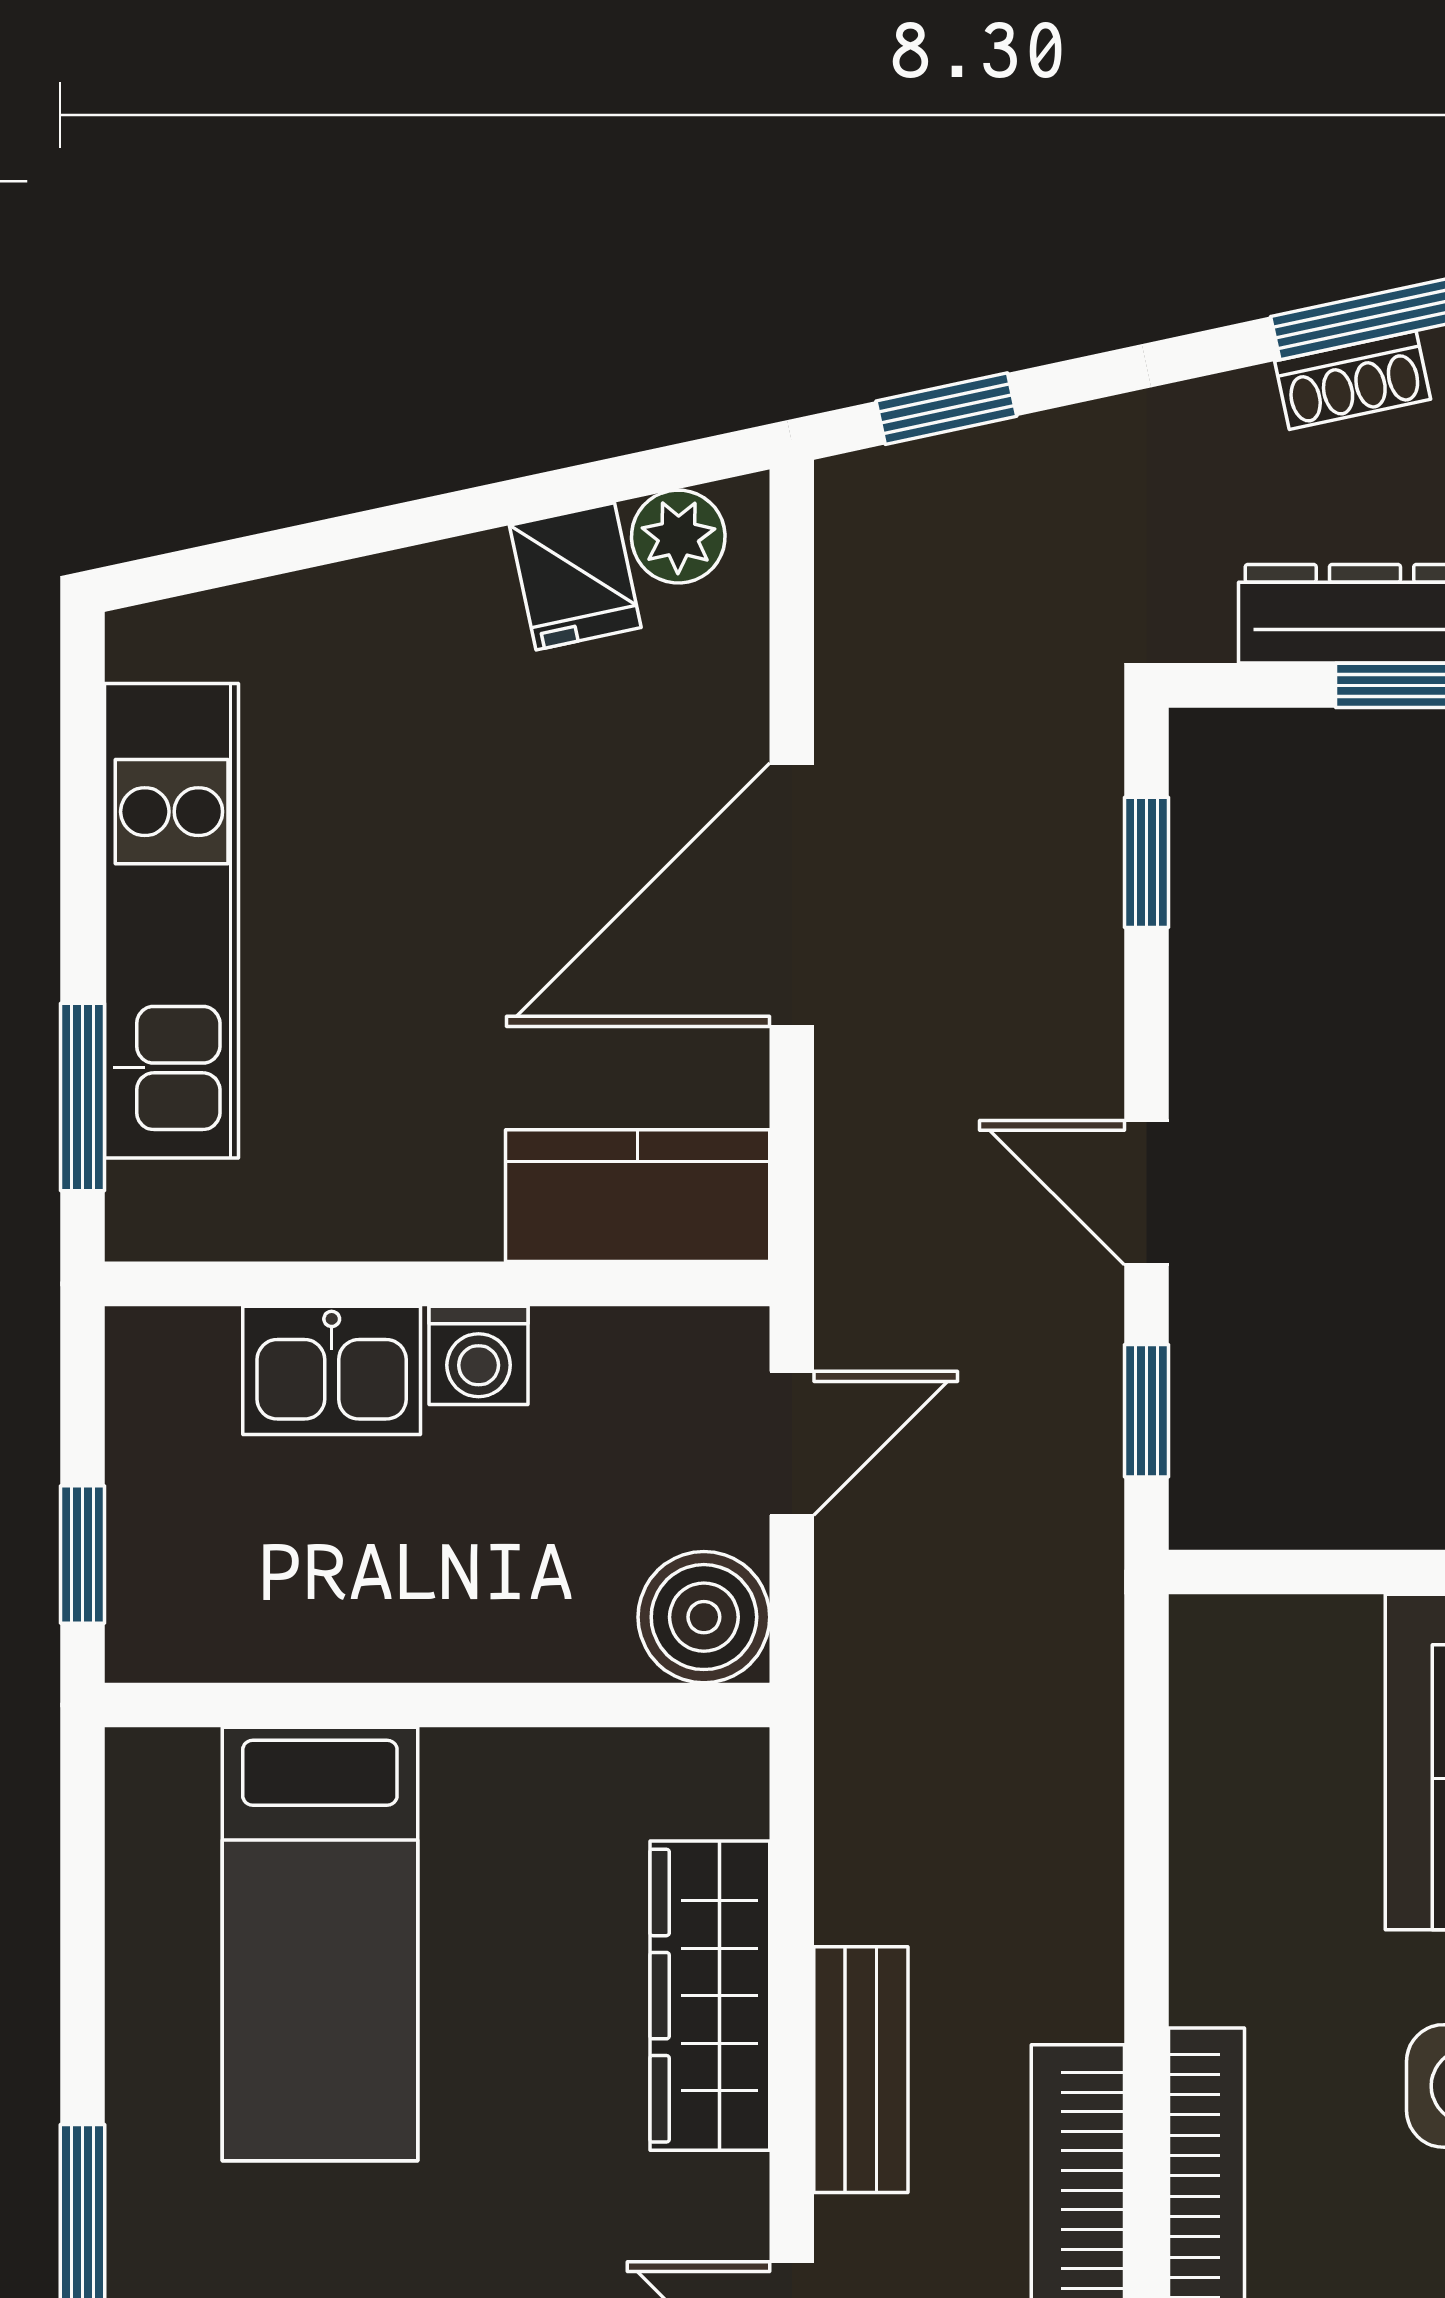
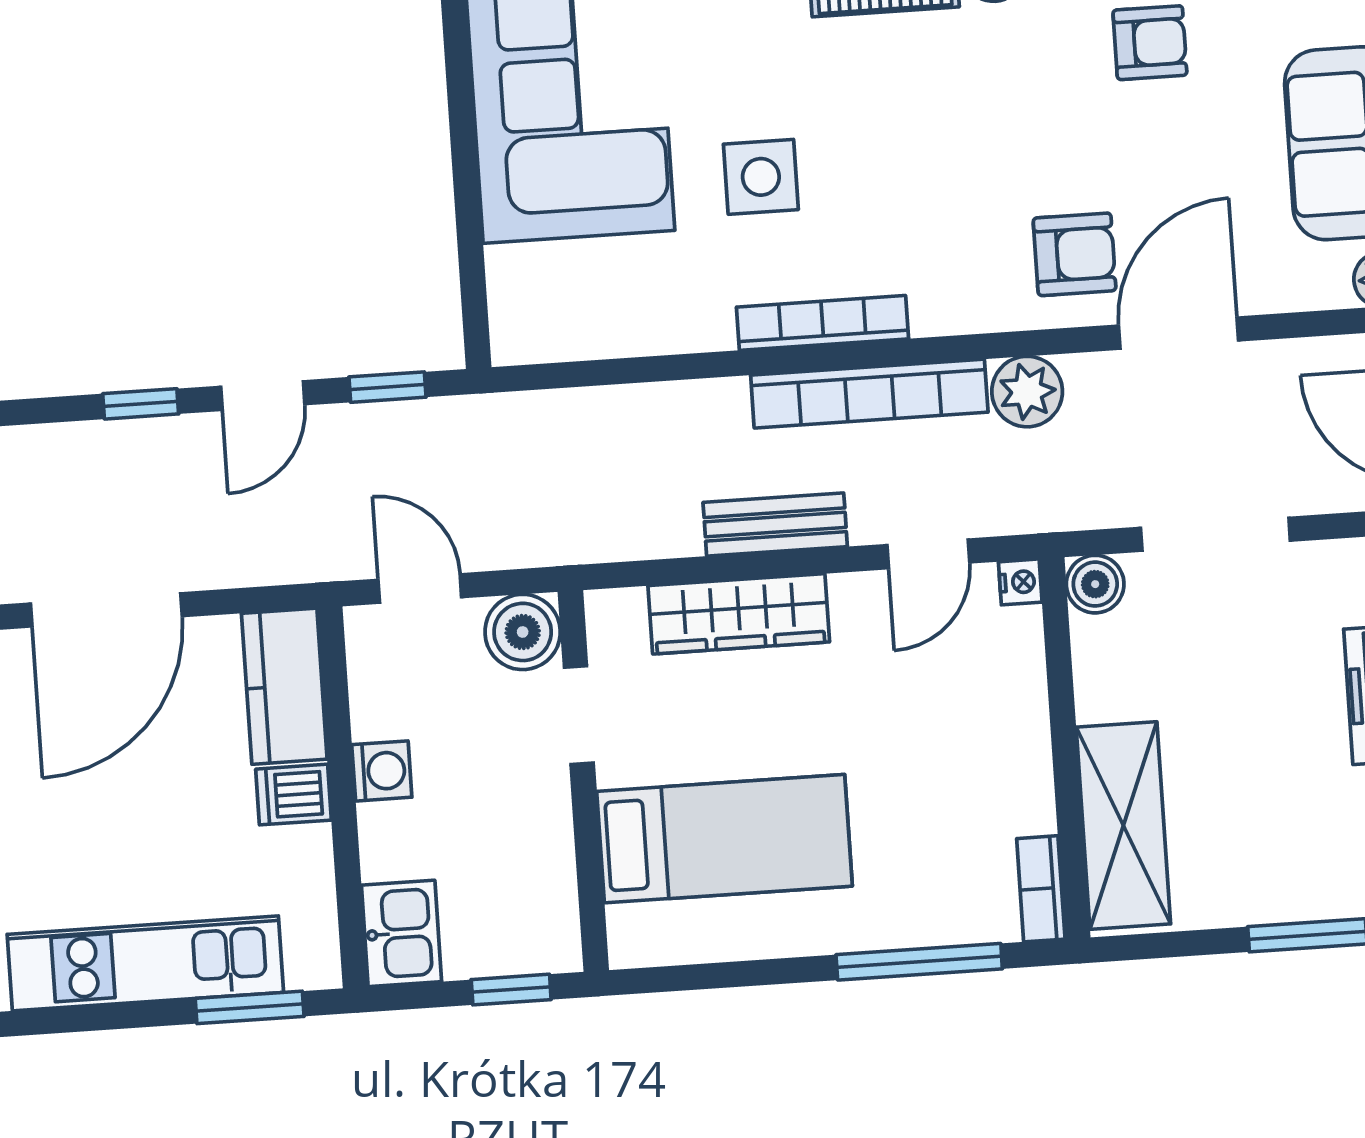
window: (1146, 862) -> (141, 404), moved
door: (792, 895) -> (106, 610), hinge flipped
dishwasher: (448, 1199) -> (294, 795), added
kitchen sink: (332, 1370) -> (402, 933), moved
doorway: (552, 1705) -> (579, 715), added

